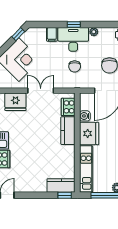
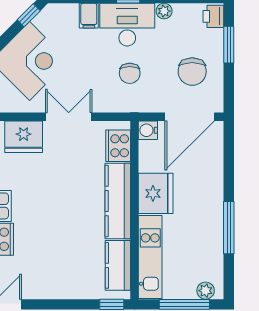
water cooler: (85, 116) -> (148, 130), moved
kitchen counter: (68, 131) -> (118, 201), width x1.50
kitchen counter: (61, 185) -> (118, 265), moved, turned -90

